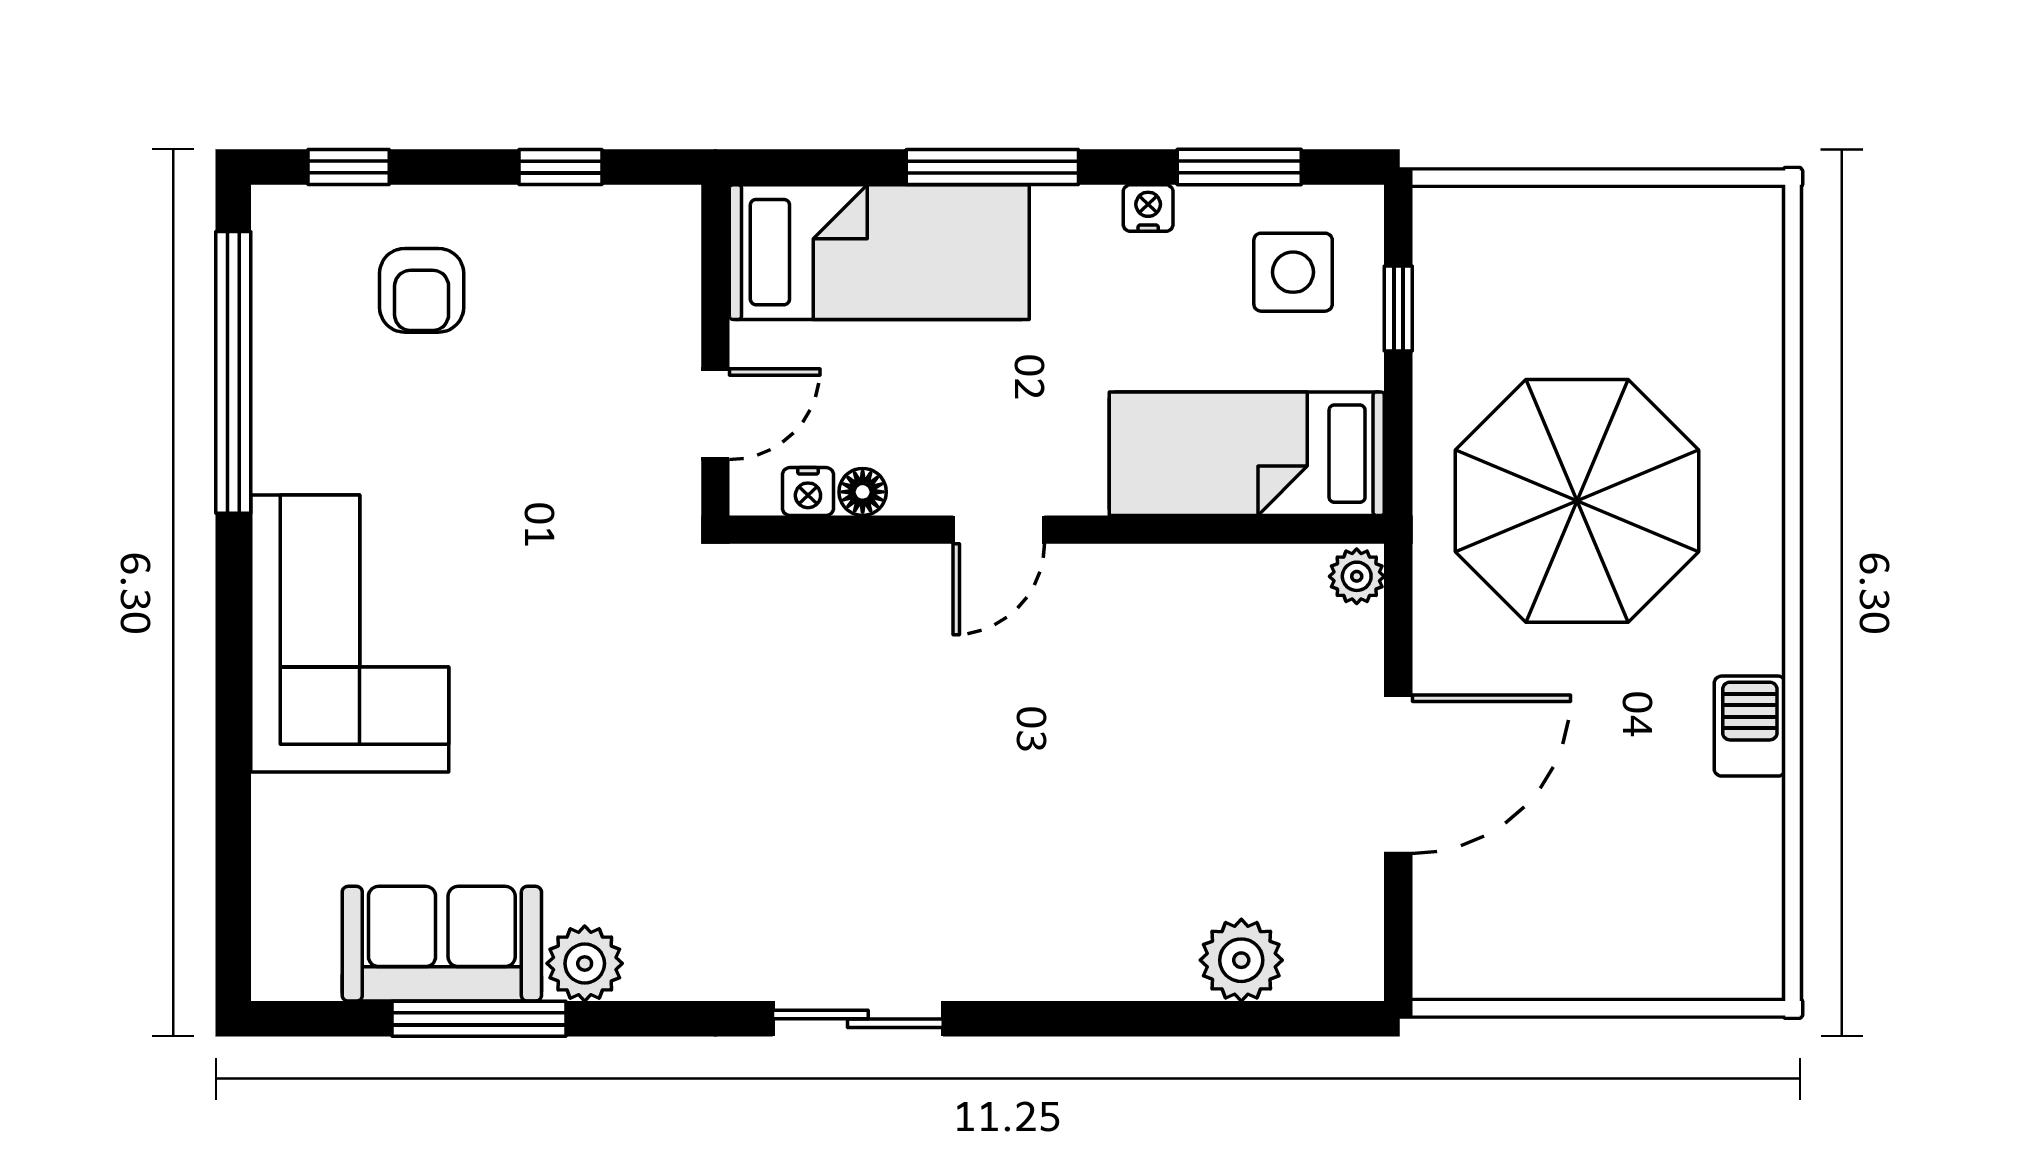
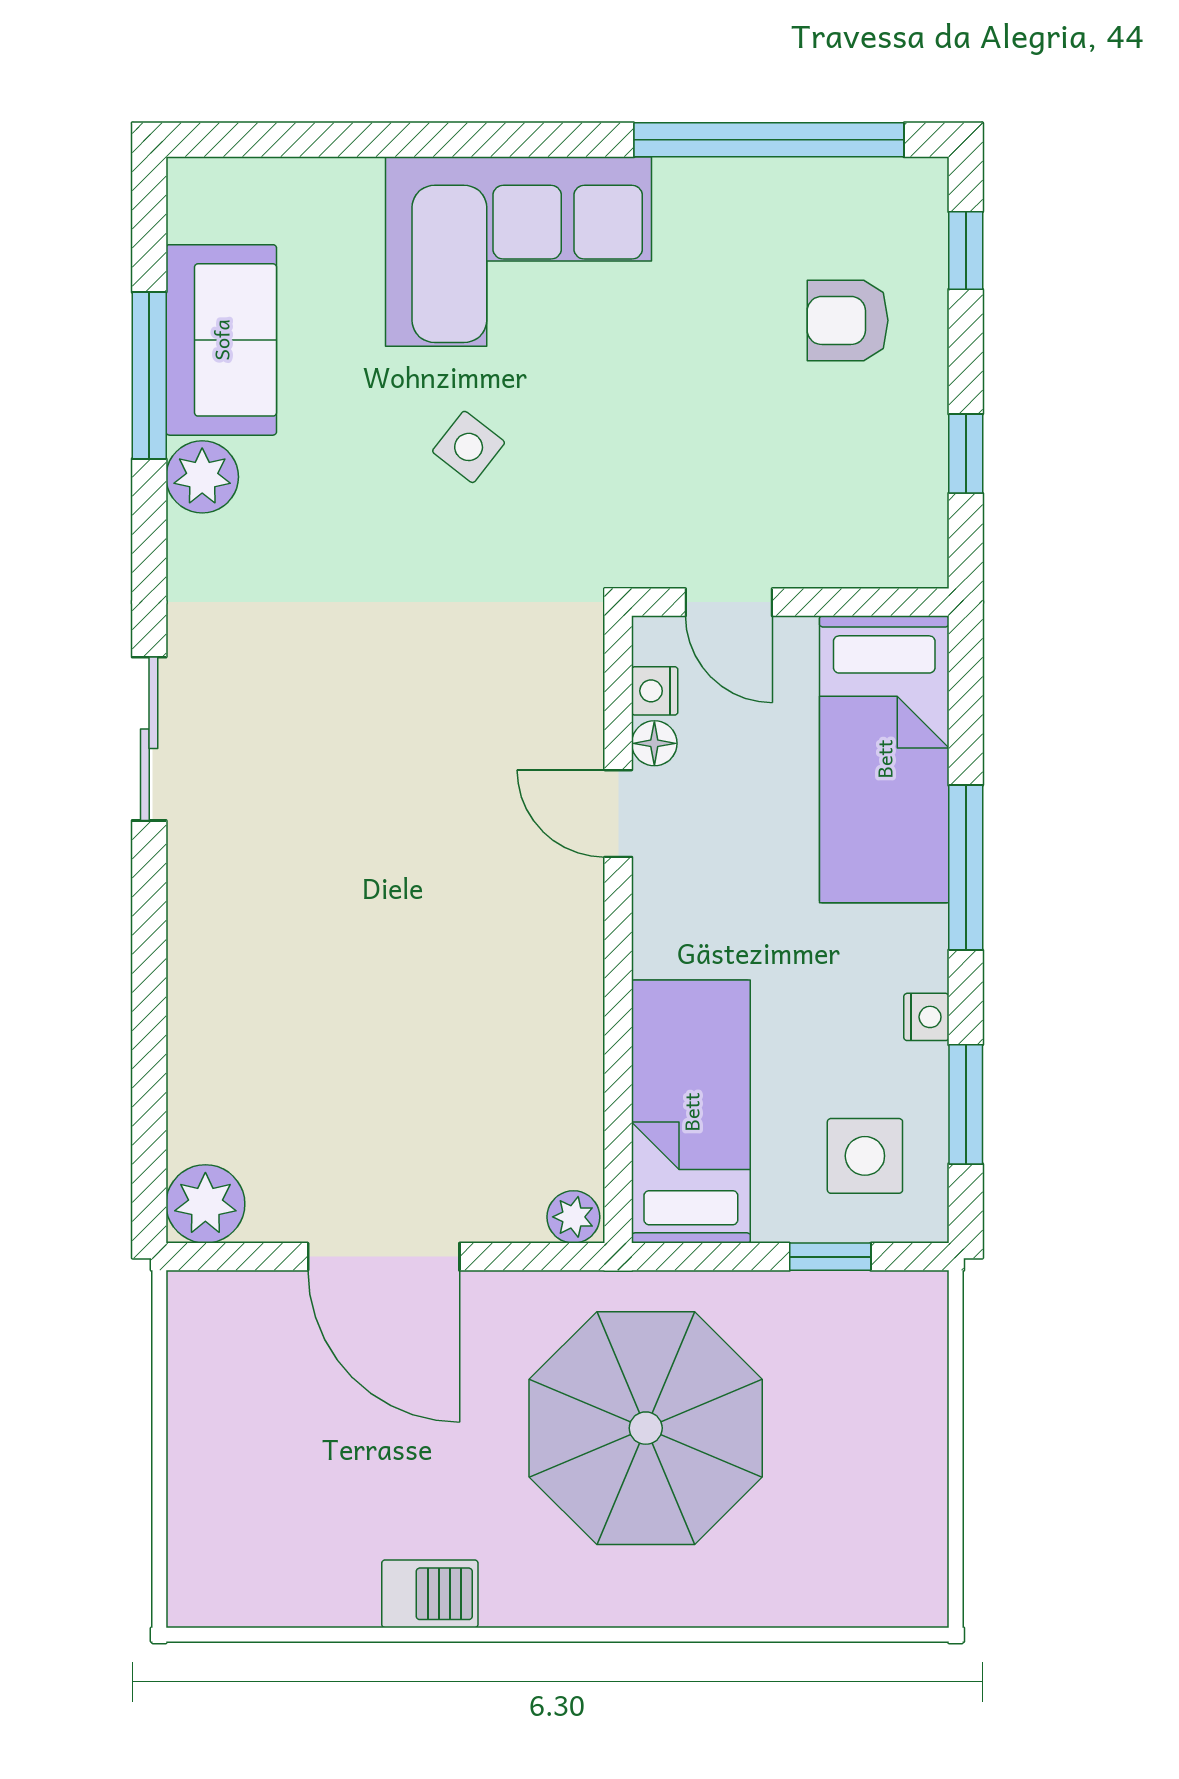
door: (999, 530) -> (618, 814), moved
side table: (554, 686) -> (469, 447), added
plant: (1241, 960) -> (205, 1204), moved

